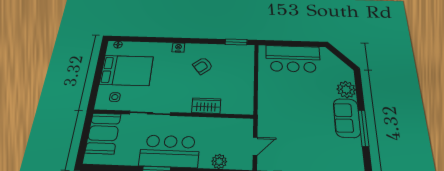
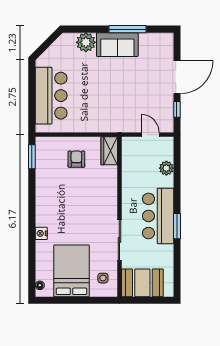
nightstand: (178, 47) -> (41, 233), moved
armchair: (203, 66) -> (76, 159), moved, turned -142
wardrobe: (206, 106) -> (109, 151), moved

